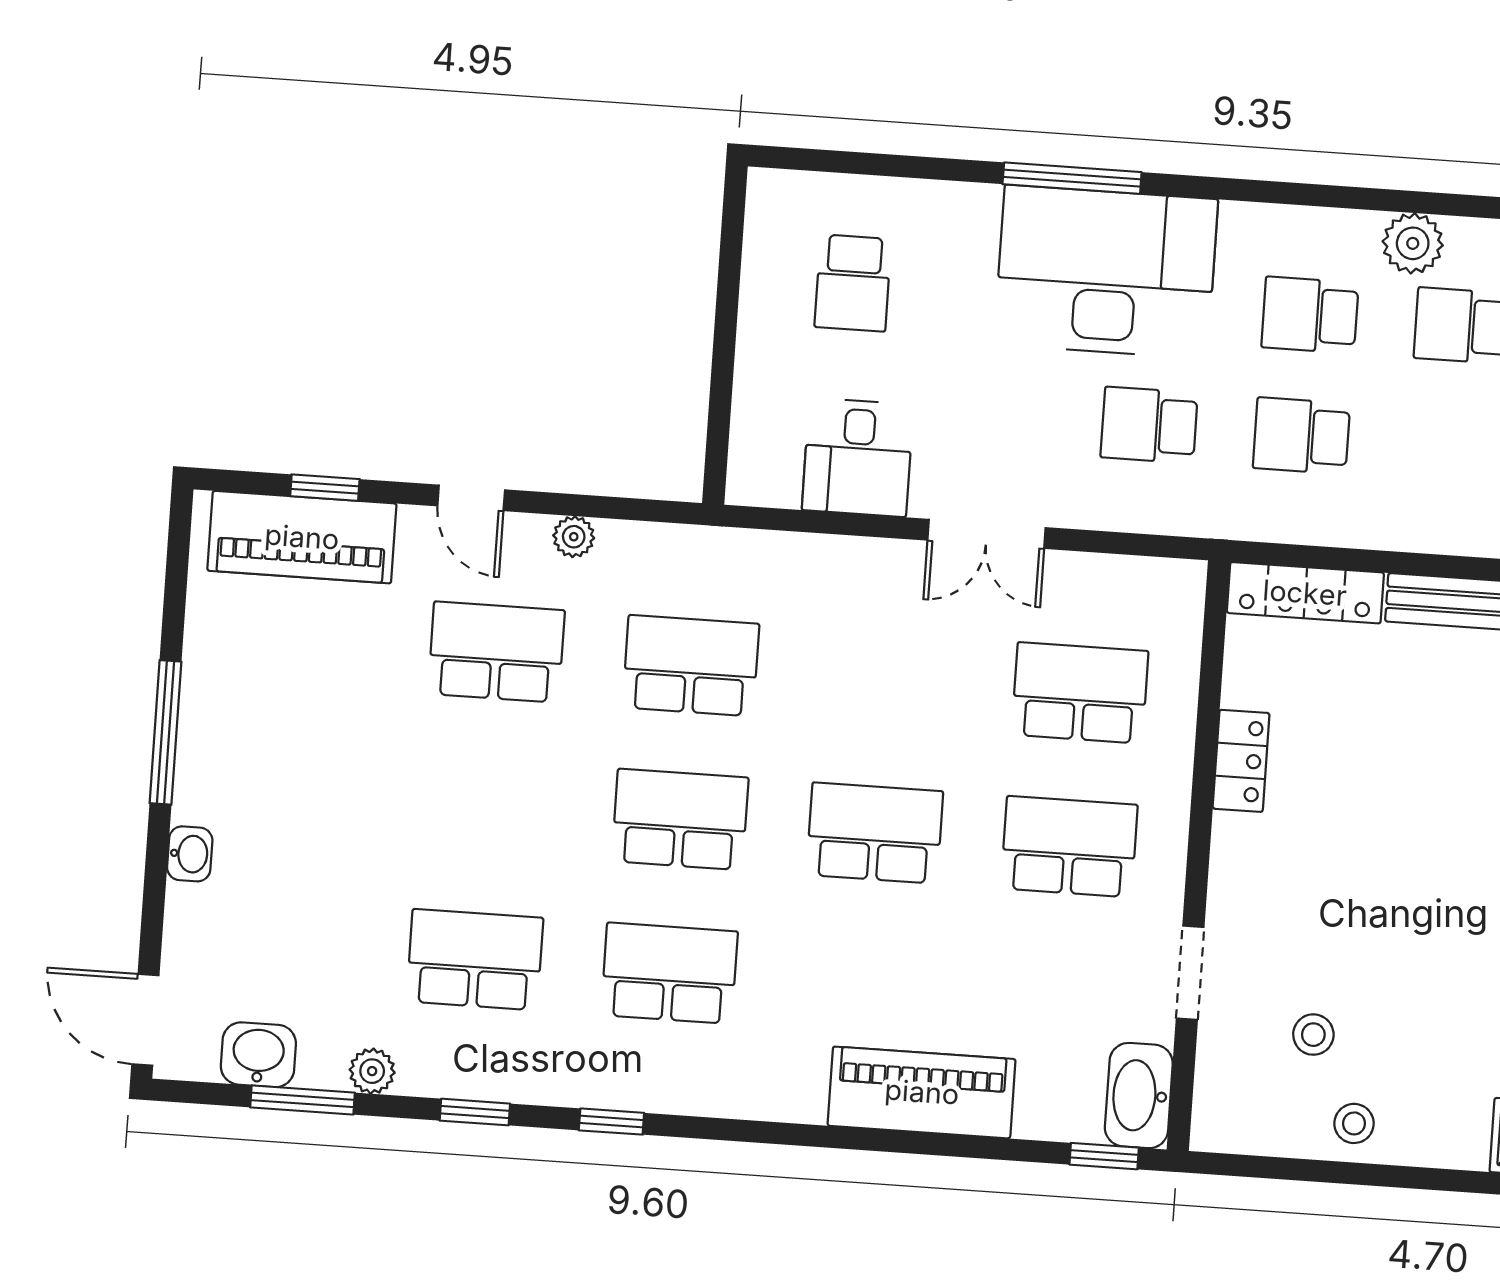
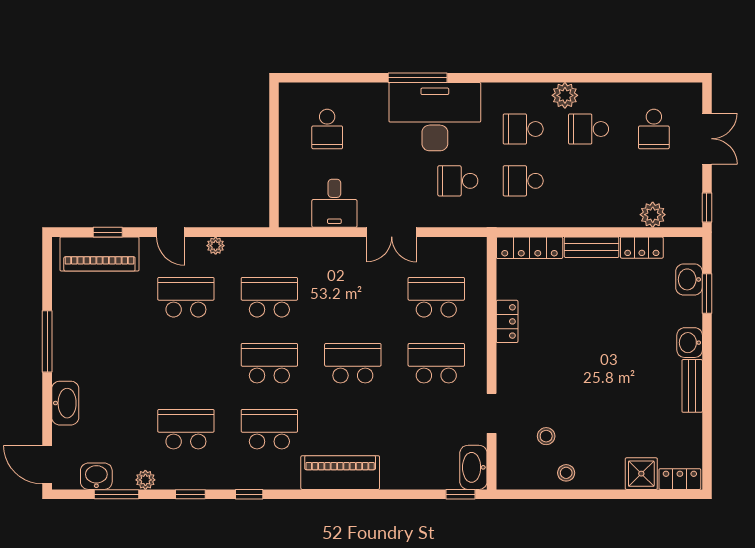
washbasin: (190, 854) -> (65, 403), width x1.91, depth x1.45
piano: (922, 1092) -> (340, 473), moved

